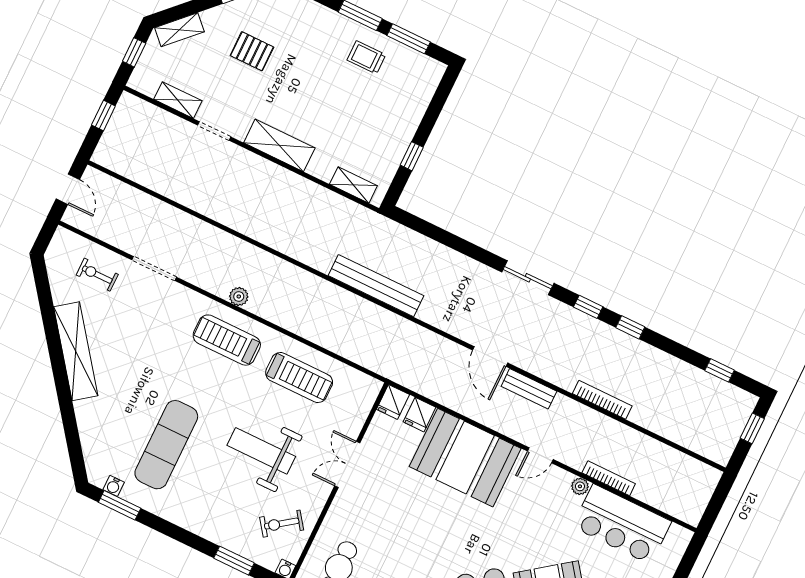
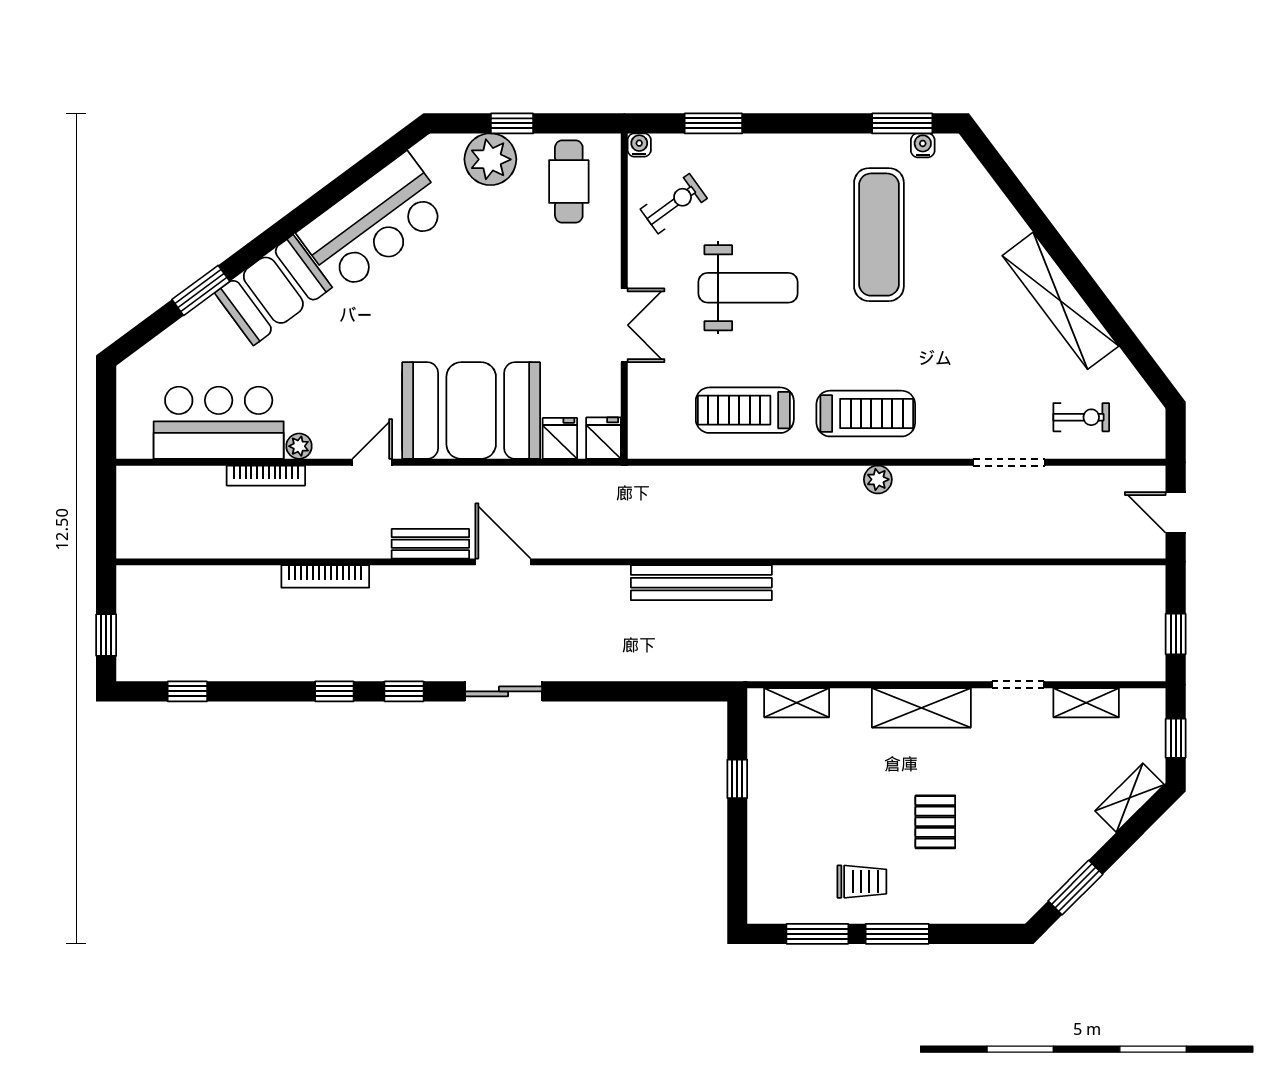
pallet: (252, 51) -> (935, 822), moved, turned 90

